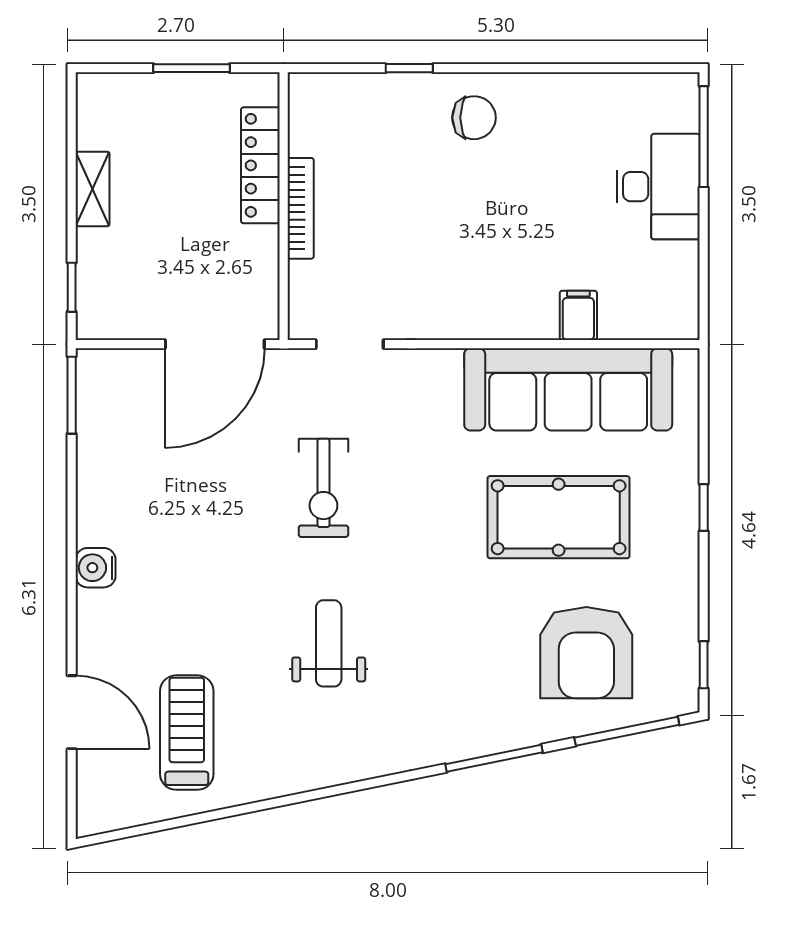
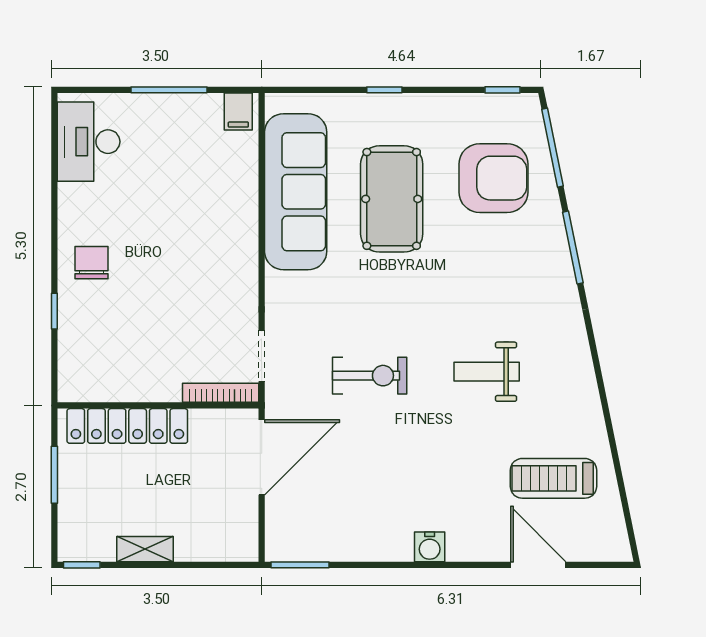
window: (704, 137) -> (169, 90), moved
locker: (260, 165) -> (127, 426), width x1.41, depth x1.21
desk: (658, 187) -> (89, 142), moved, turned -90
bookcase: (301, 208) -> (221, 393), moved
window: (72, 287) -> (82, 565), moved
filing cabinet: (578, 315) -> (238, 112), moved, turned -90
door: (215, 344) -> (262, 457), hinge flipped
door: (72, 712) -> (538, 565), hinge flipped

